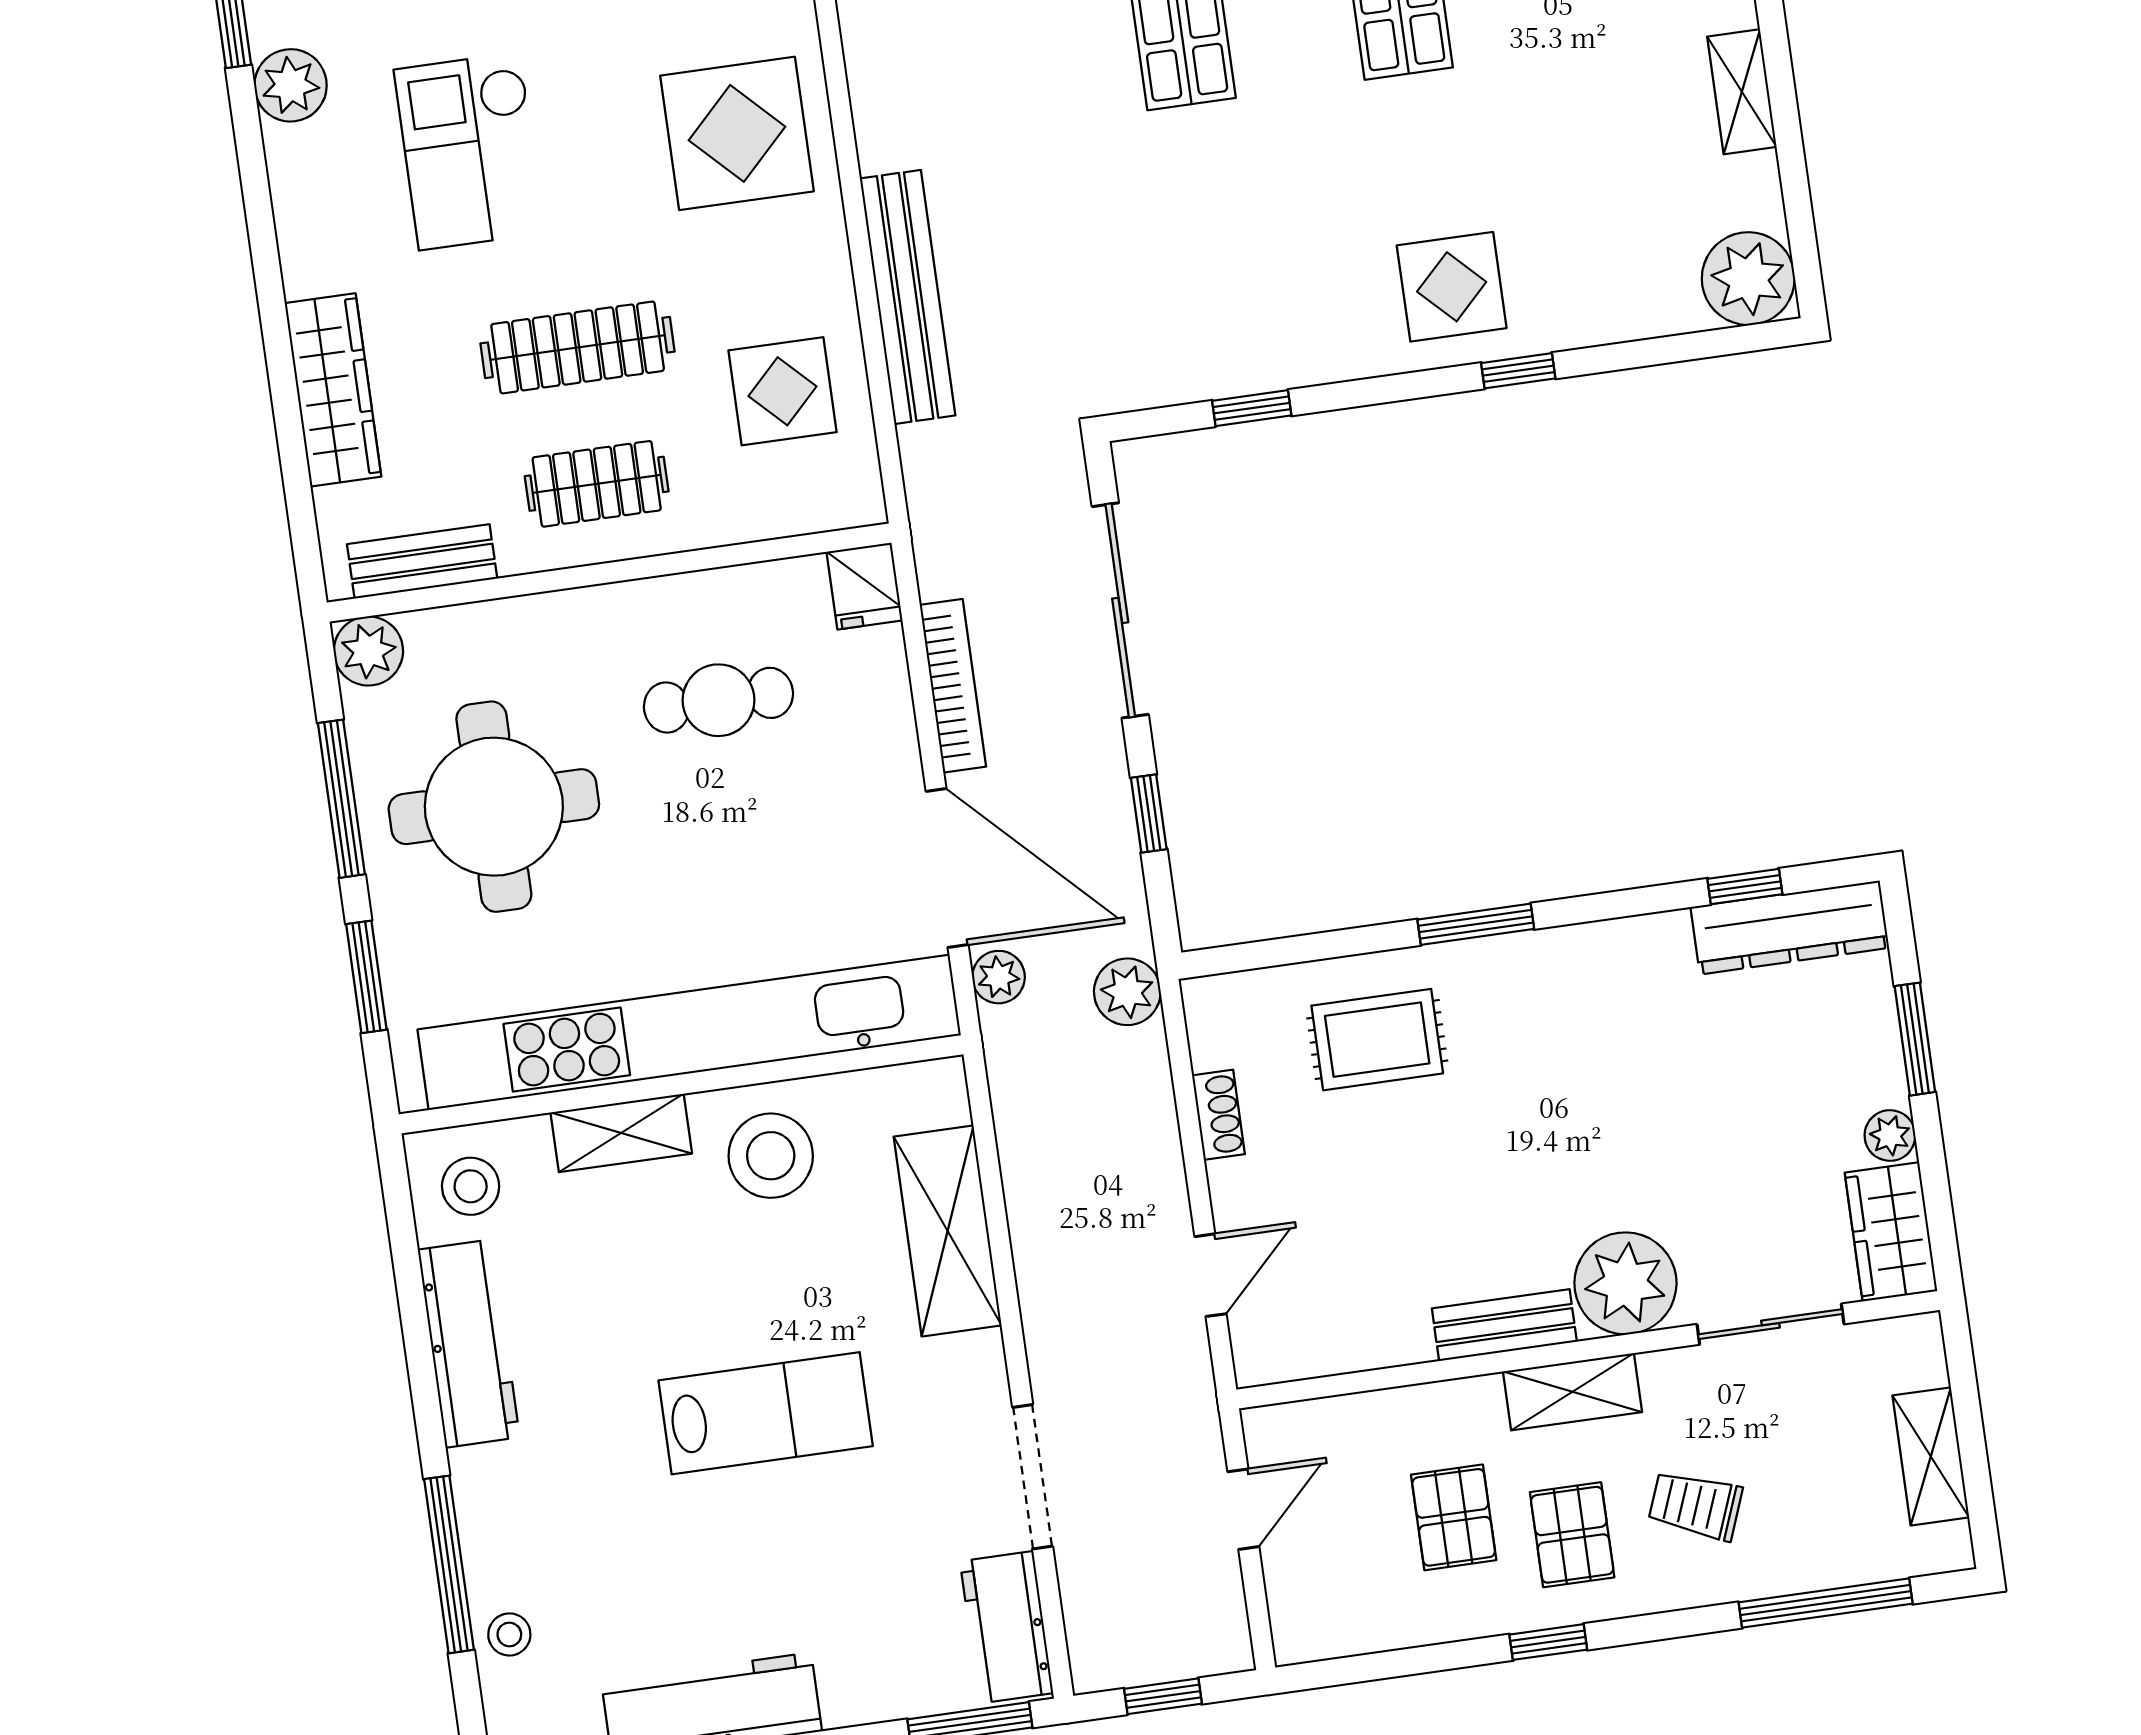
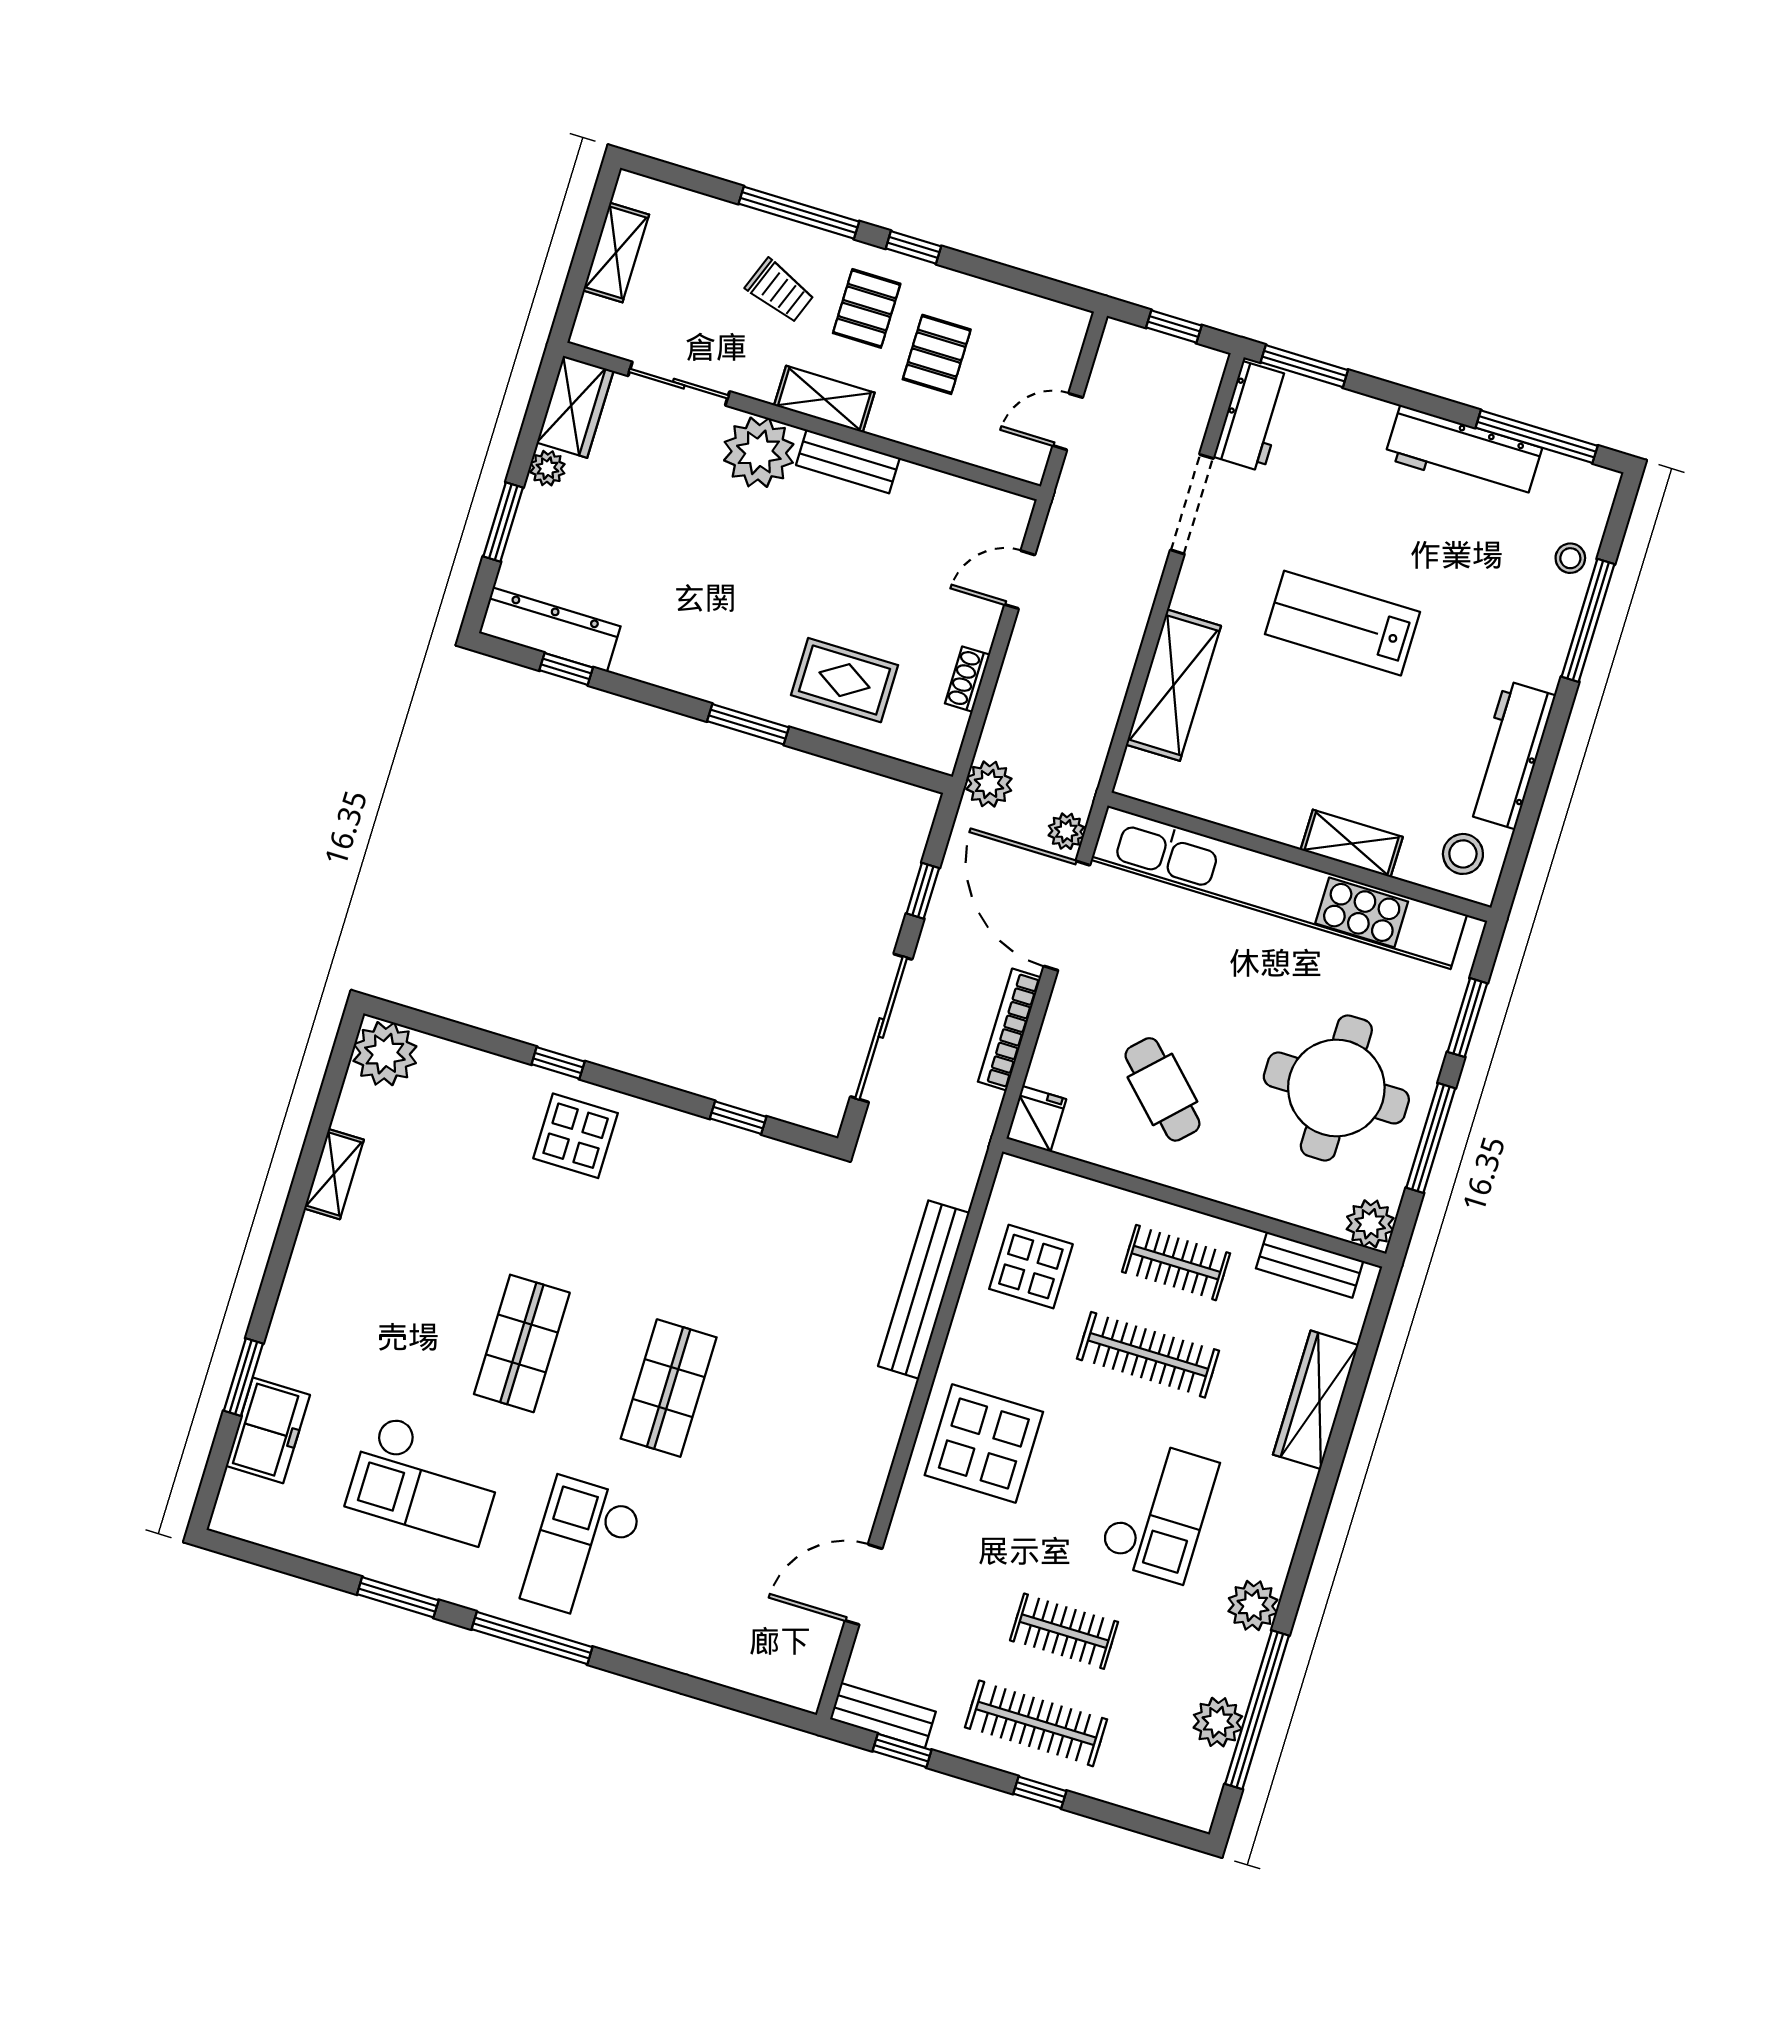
cafe table: (718, 700) -> (1162, 1089), turned 45
stool: (771, 1156) -> (1264, 785), removed
window: (1826, 1603) -> (799, 213), moved

